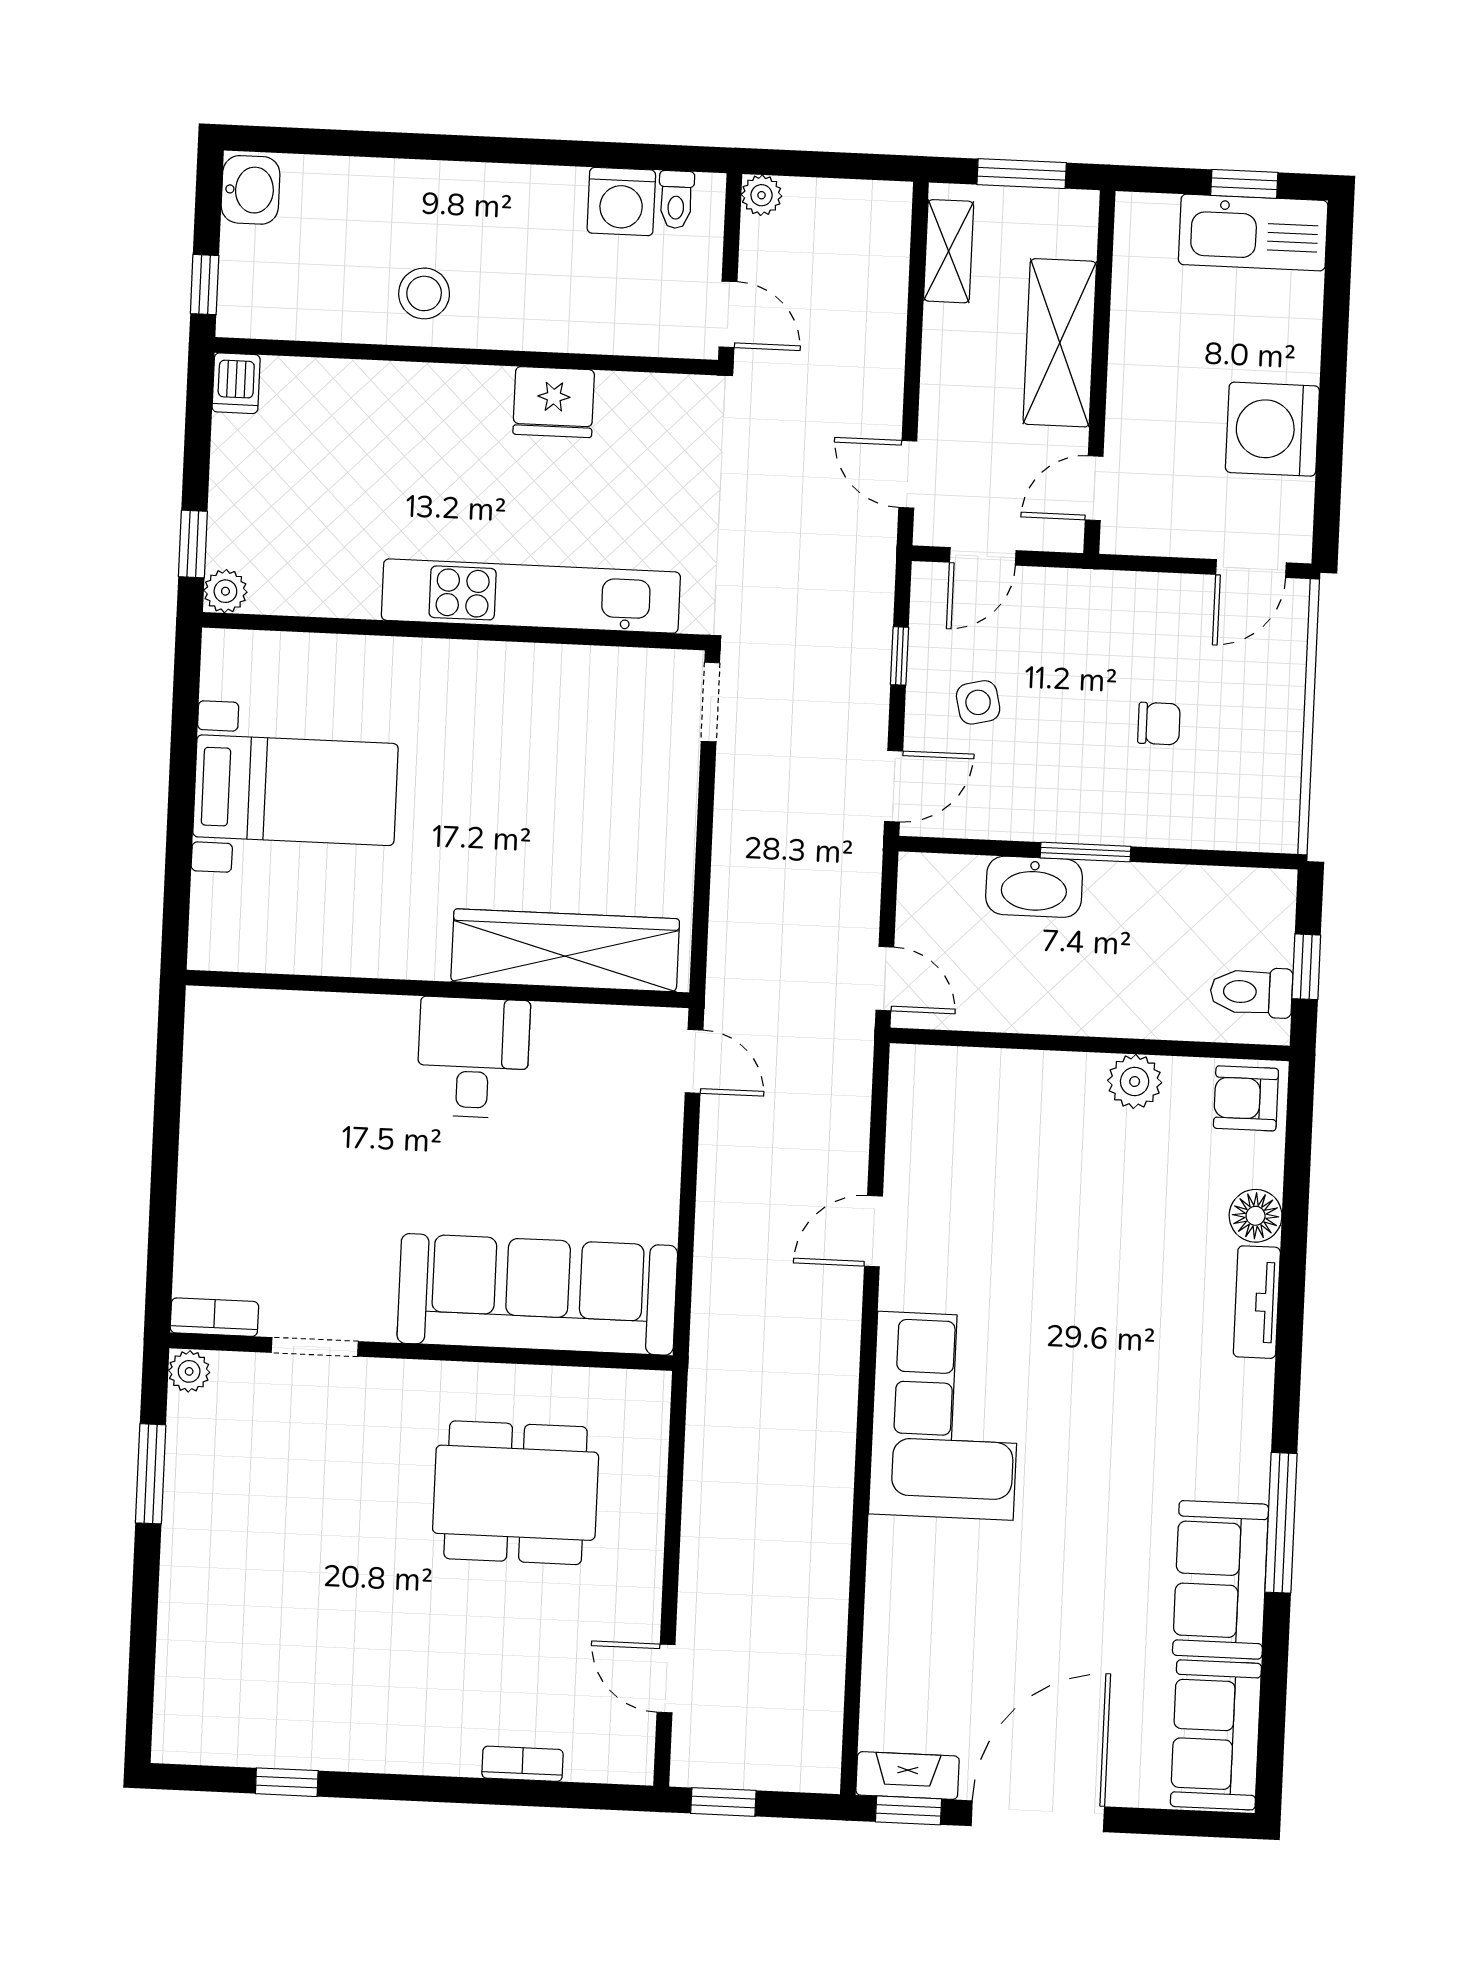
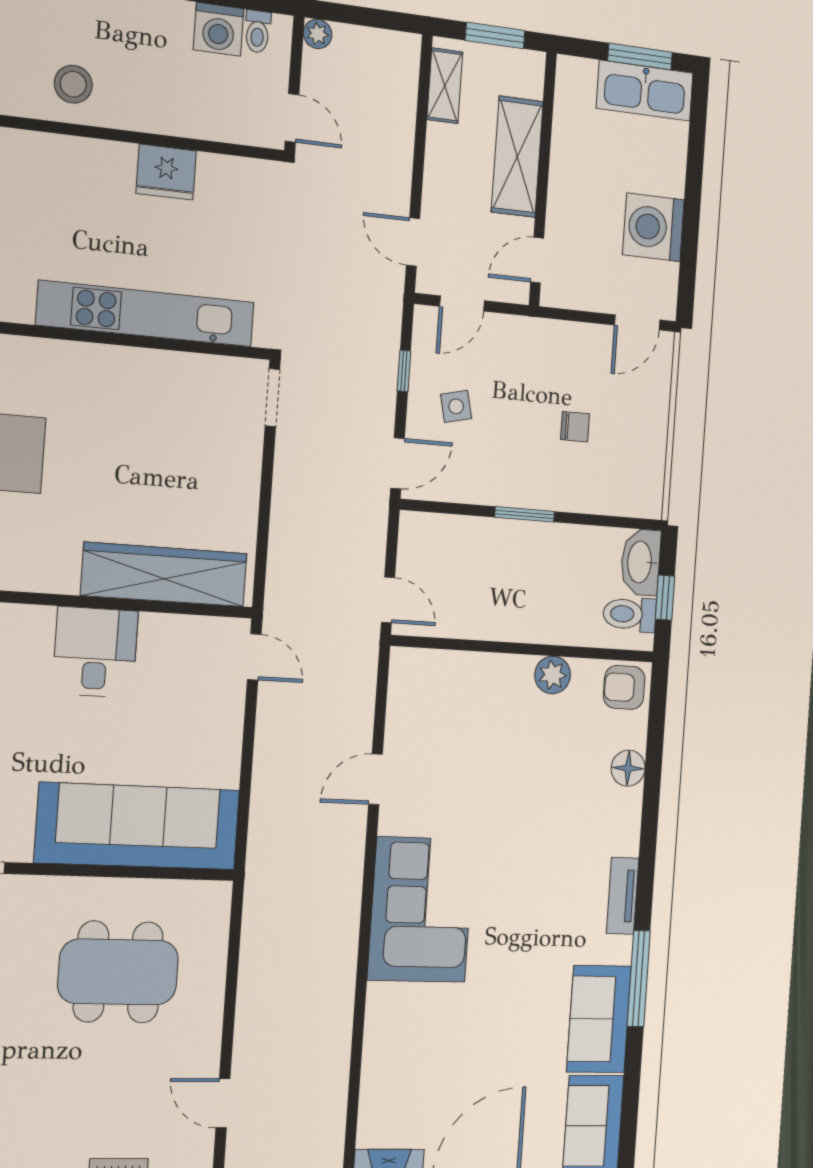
window: (1244, 184) -> (640, 56), width x1.50
washbasin: (1034, 887) -> (641, 562), moved, turned 90
tv unit: (1257, 1302) -> (623, 896), moved

